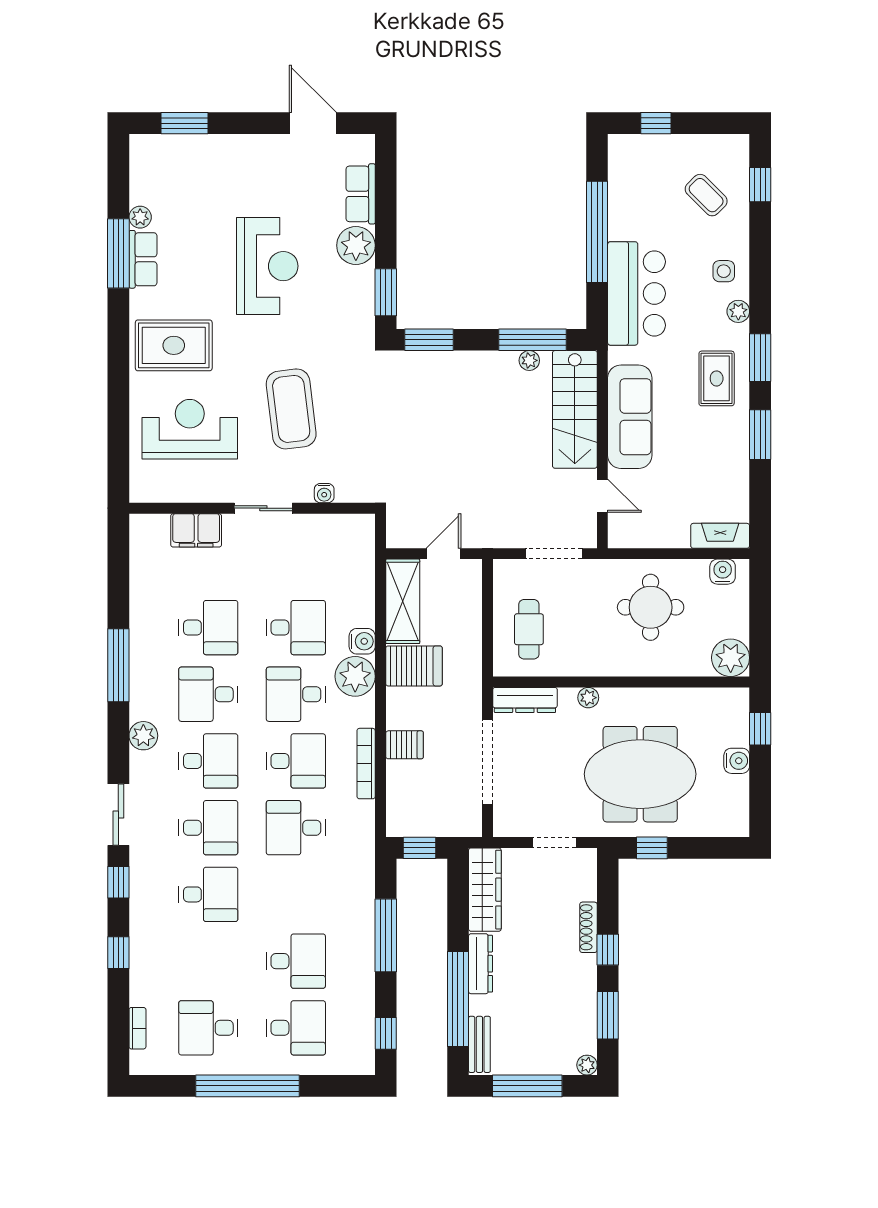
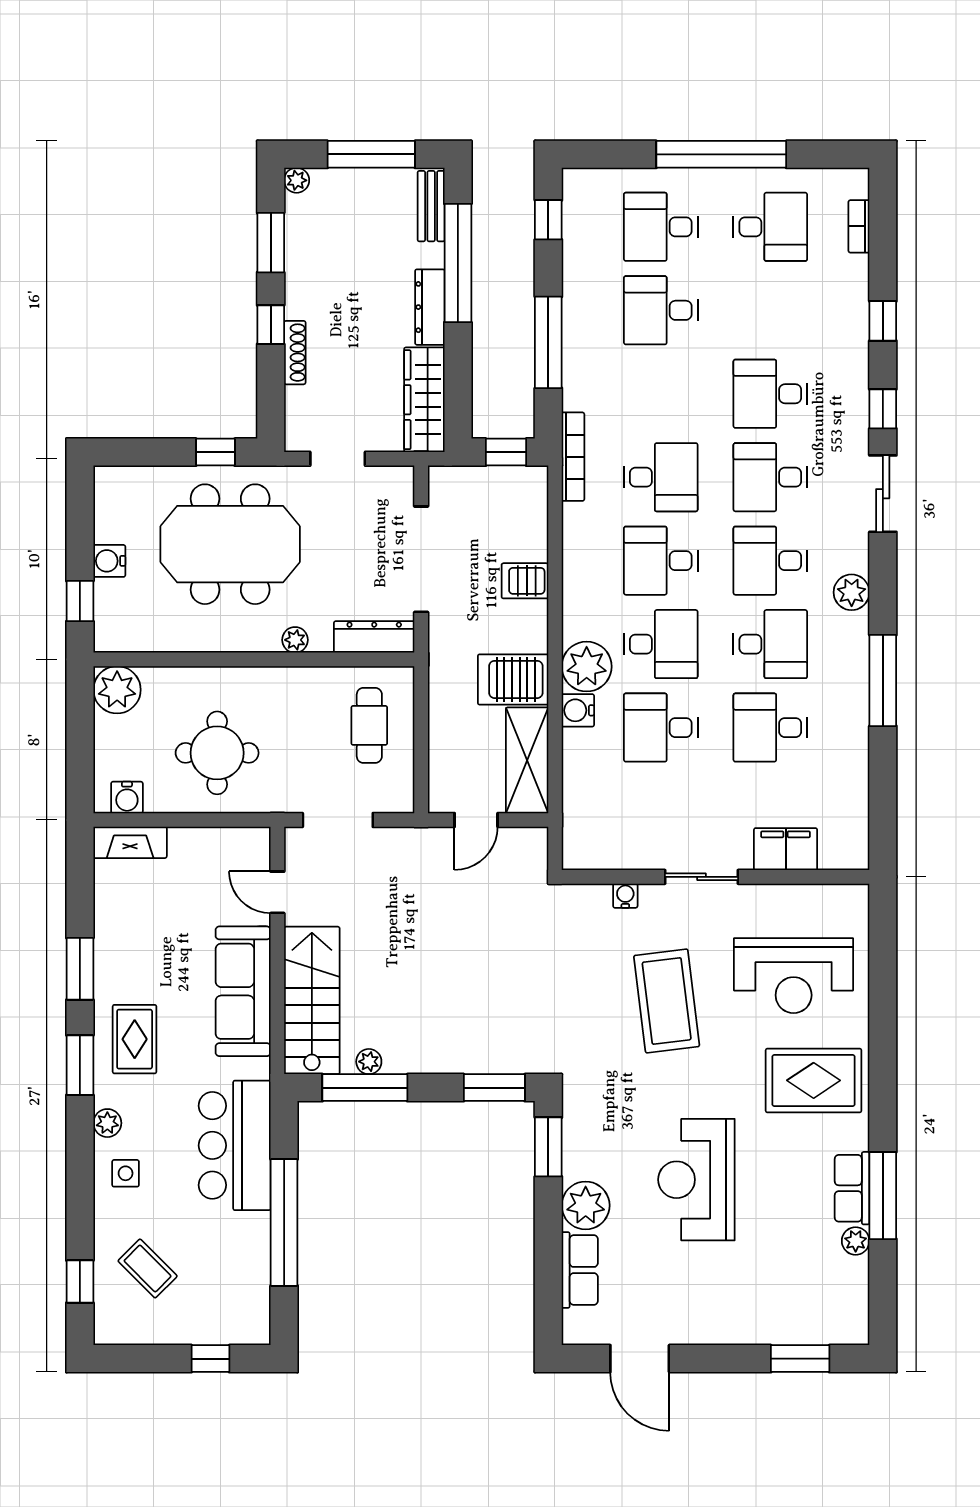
bookcase: (366, 764) -> (573, 457), moved

